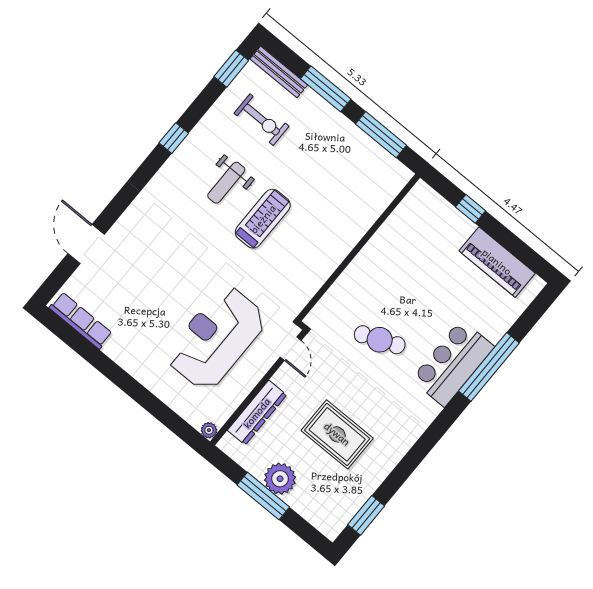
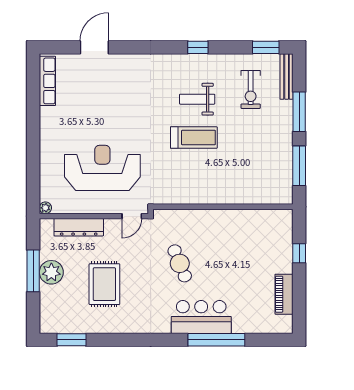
piano: (497, 262) -> (284, 294), width x0.73, depth x0.75

